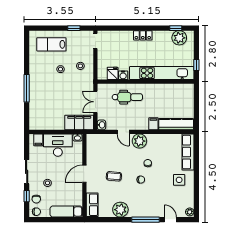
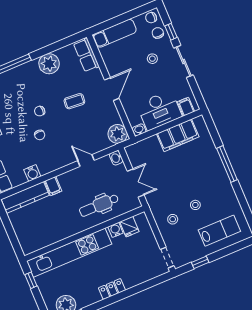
filing cabinet: (79, 122) -> (178, 135), moved
water cooler: (164, 139) -> (32, 173), added
plant: (139, 141) -> (118, 134), moved

